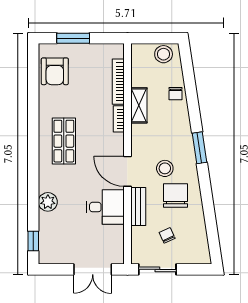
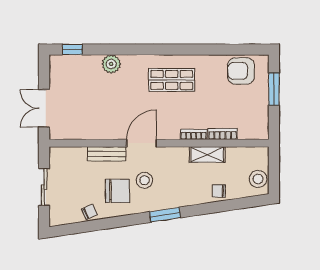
bookcase: (118, 82) -> (223, 134), width x0.64
desk: (105, 207) -> (106, 121), removed
chair: (167, 235) -> (89, 212), moved
sliding door: (157, 269) -> (44, 187), moved

